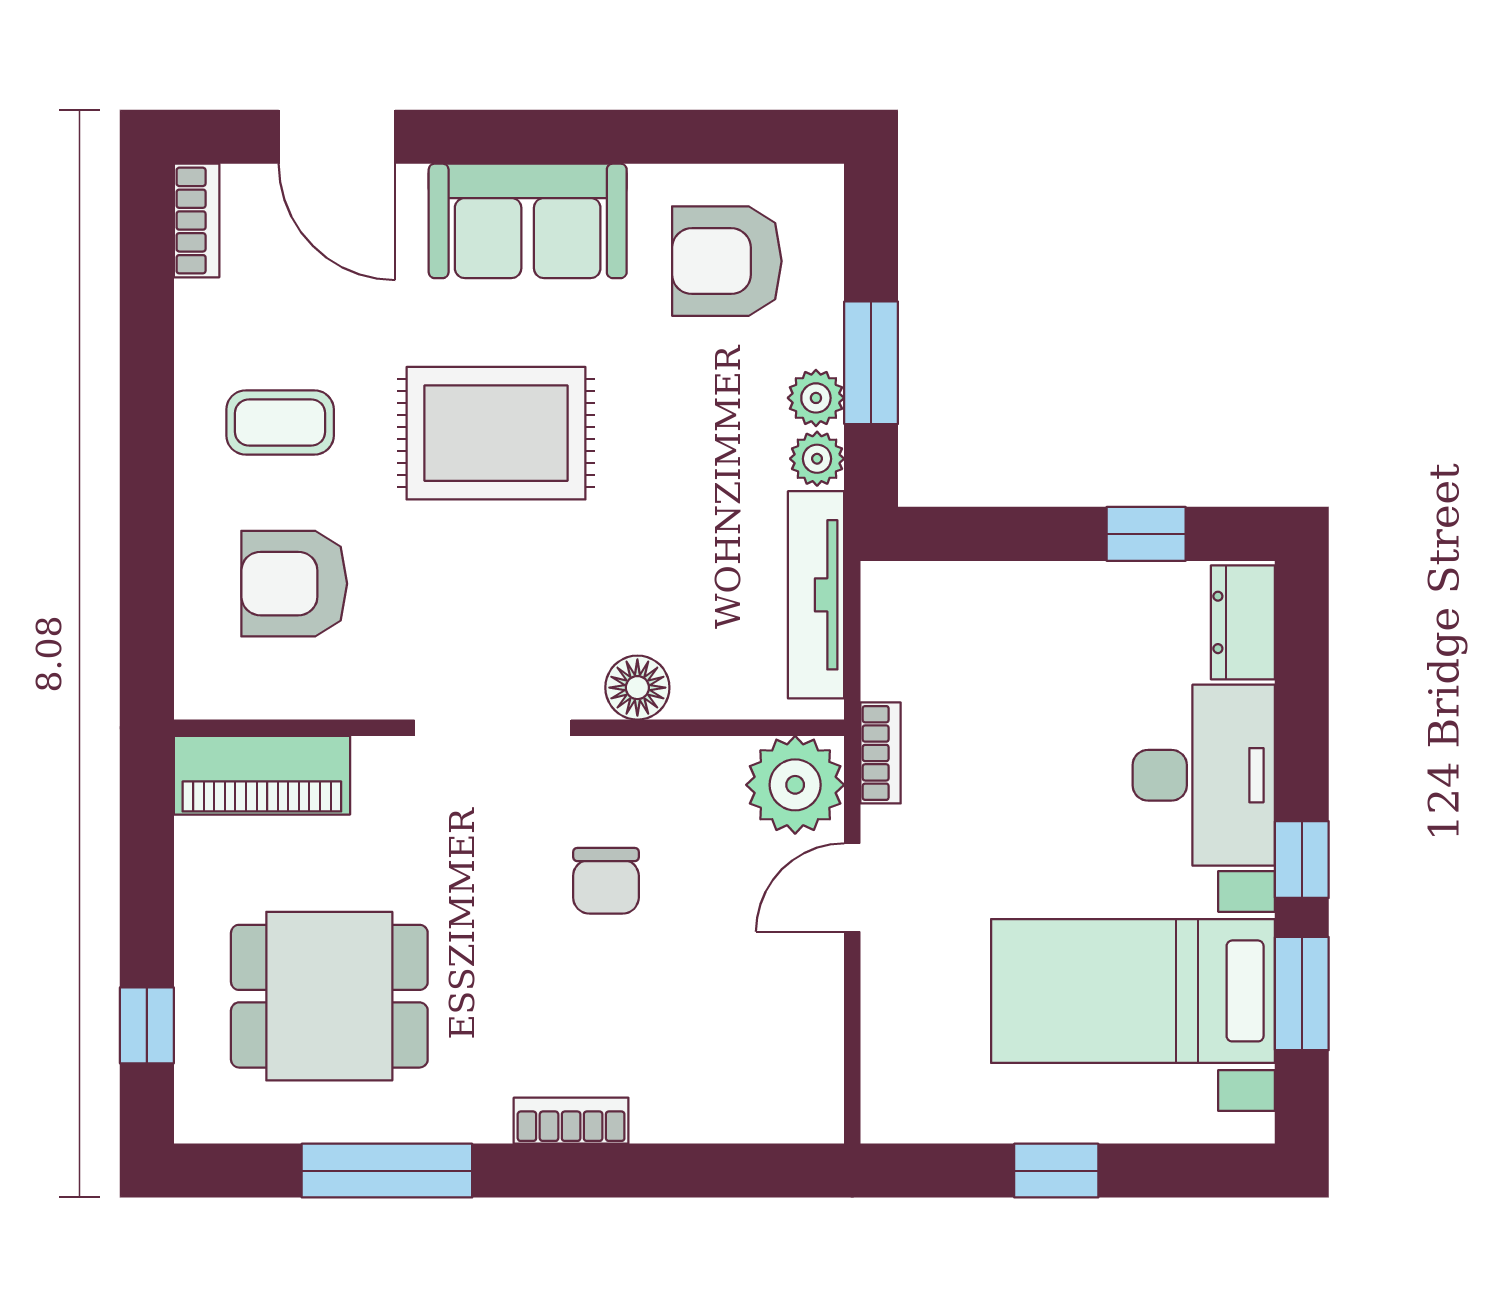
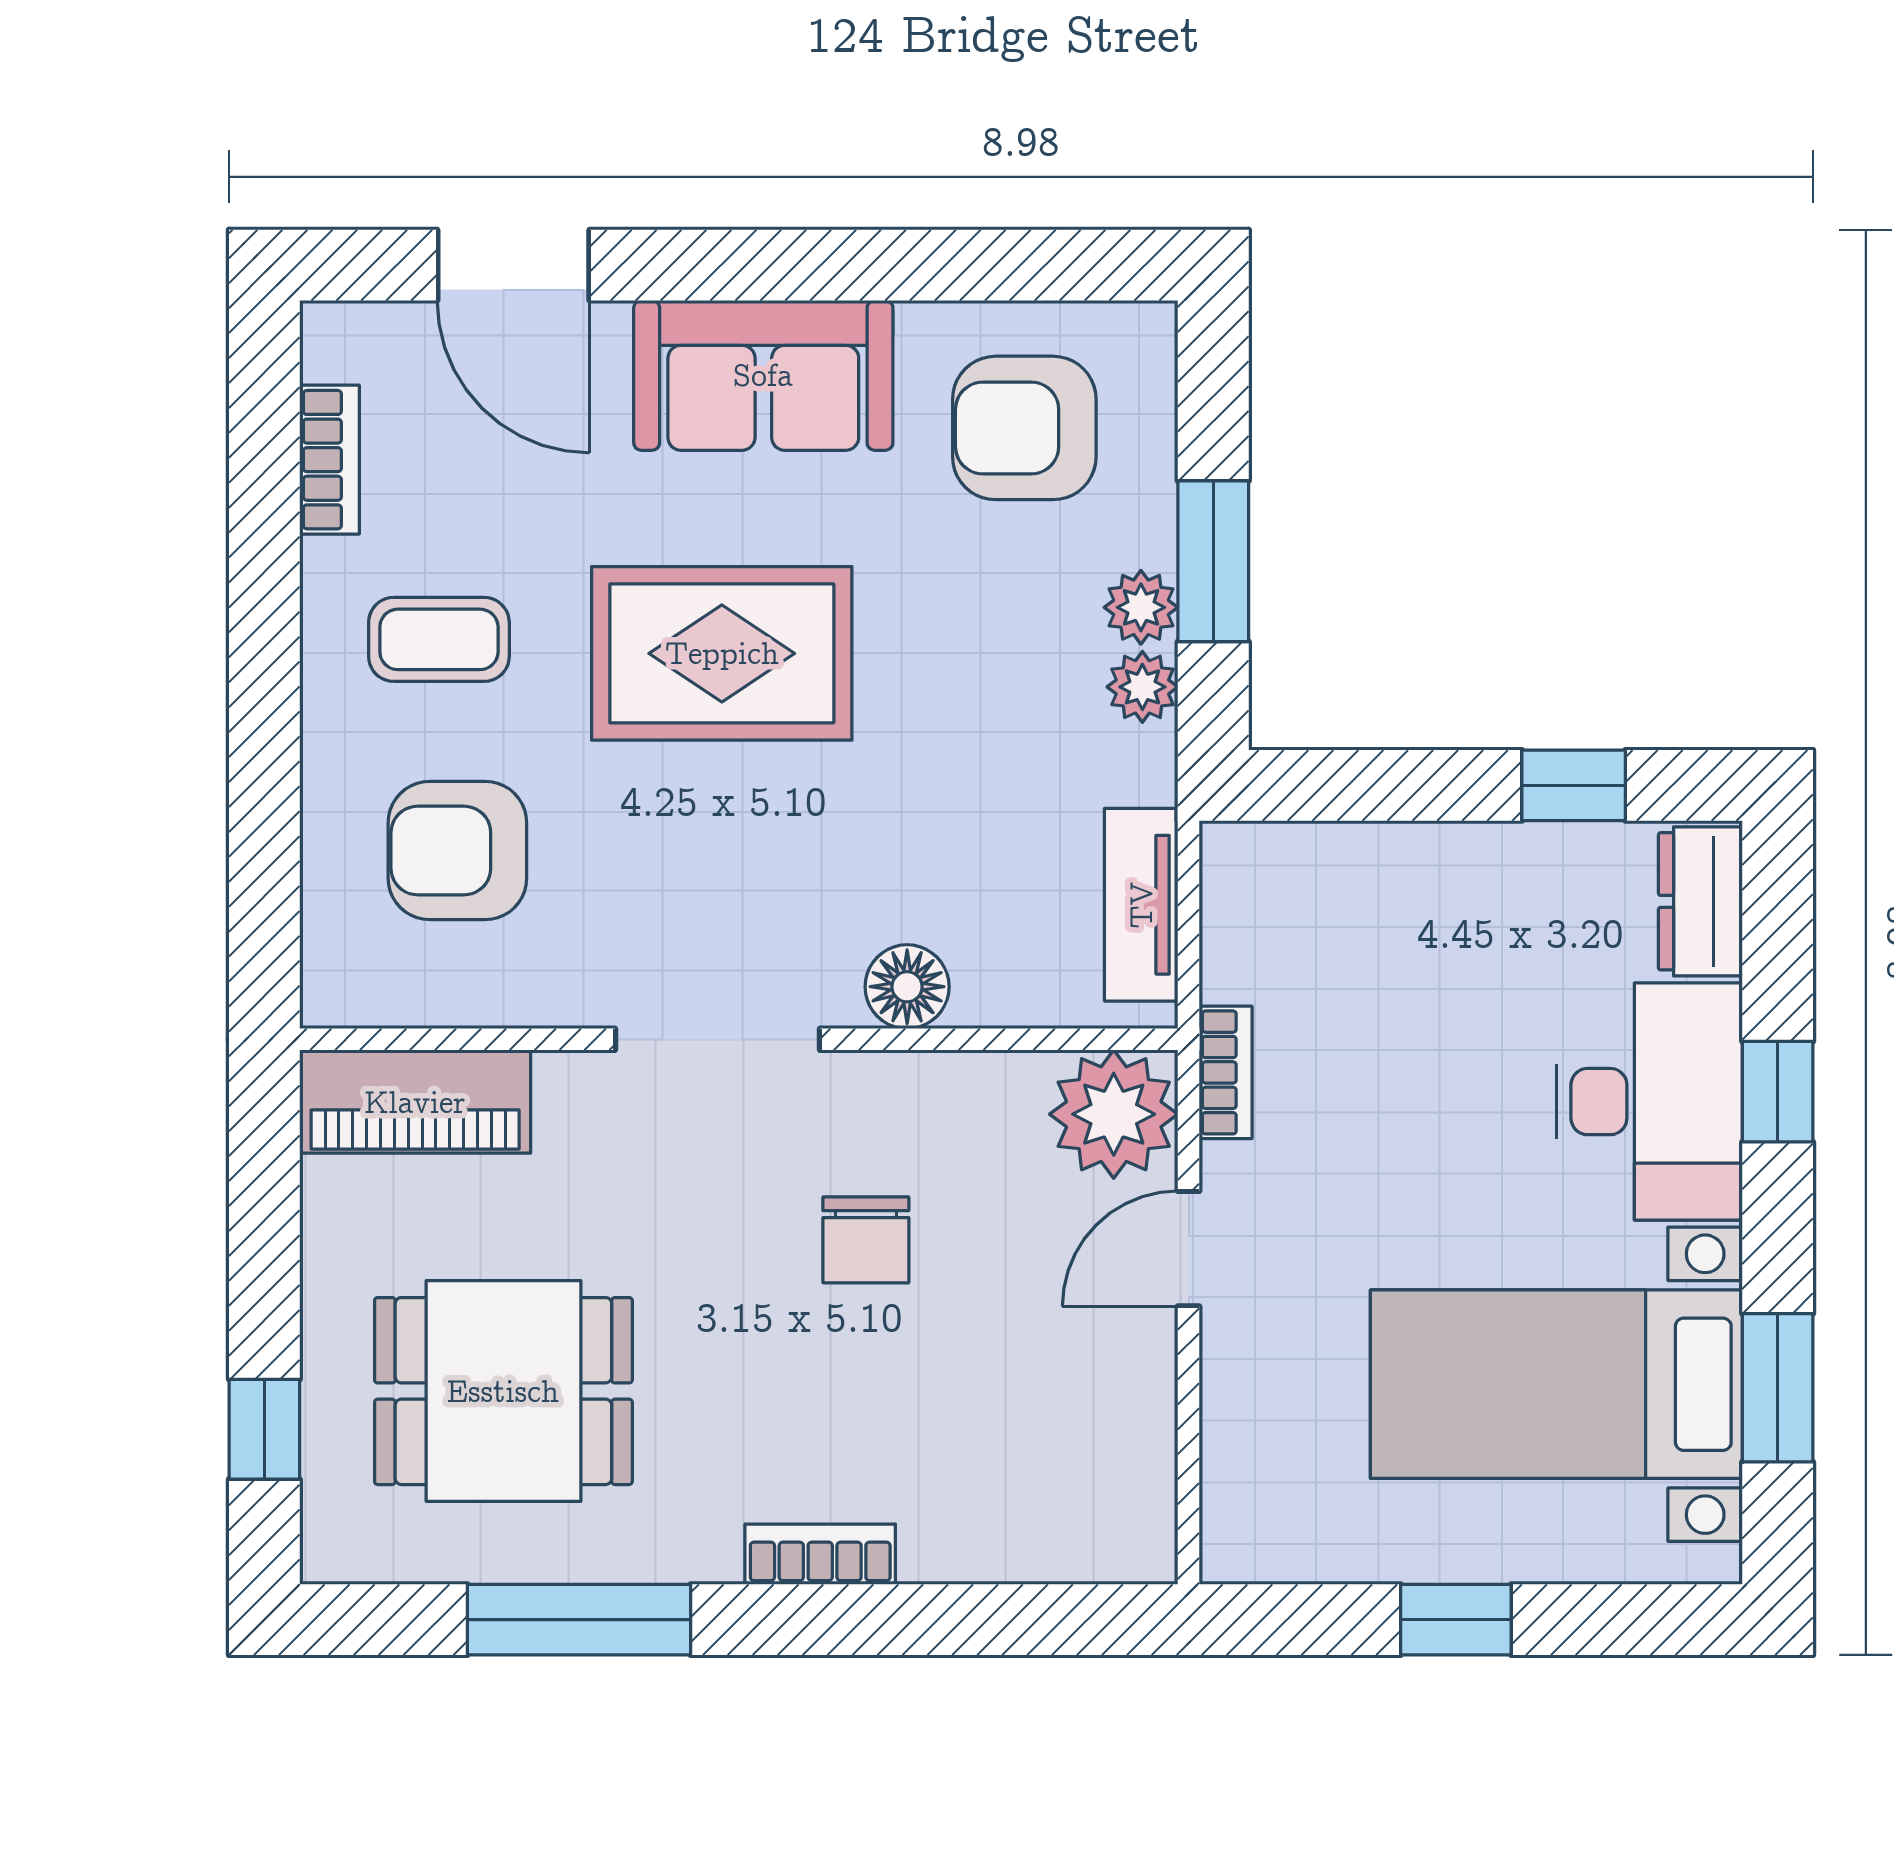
bookcase: (197, 221) -> (329, 460), moved
tv unit: (816, 595) -> (1141, 905), width x0.71
window: (1302, 860) -> (1778, 1092), moved

